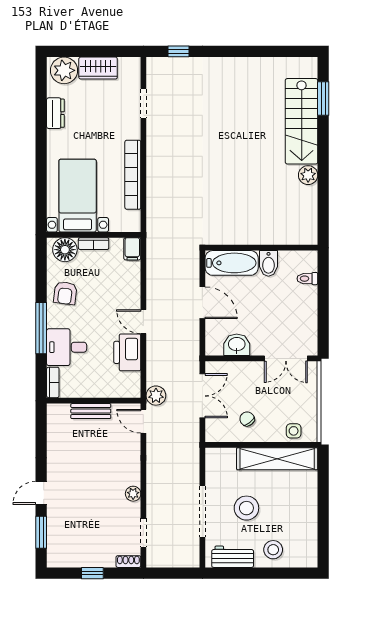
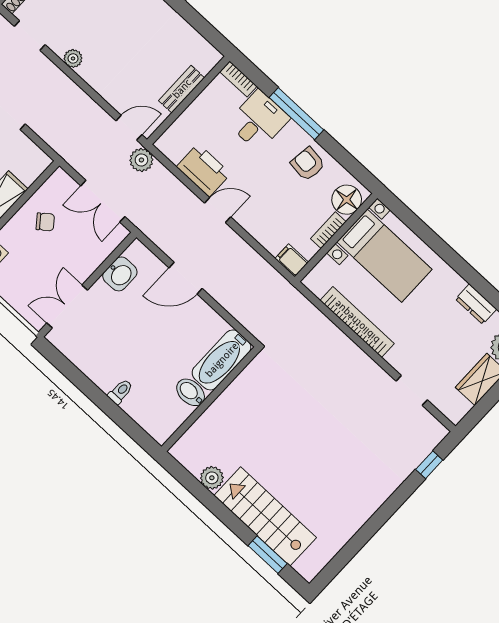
wall: (261, 248) -> (210, 399), moved
bathtub: (232, 263) -> (222, 360), moved
bidet: (268, 263) -> (191, 392), moved

